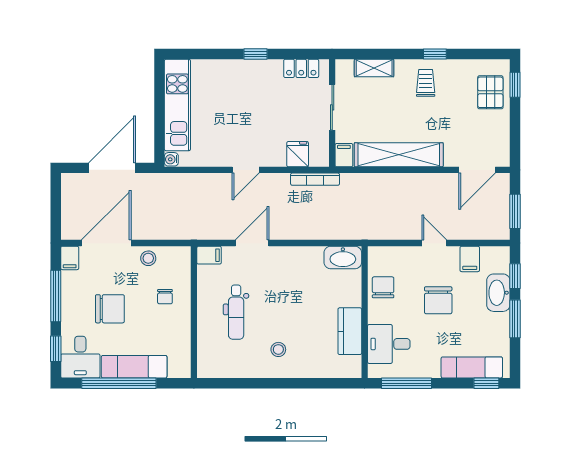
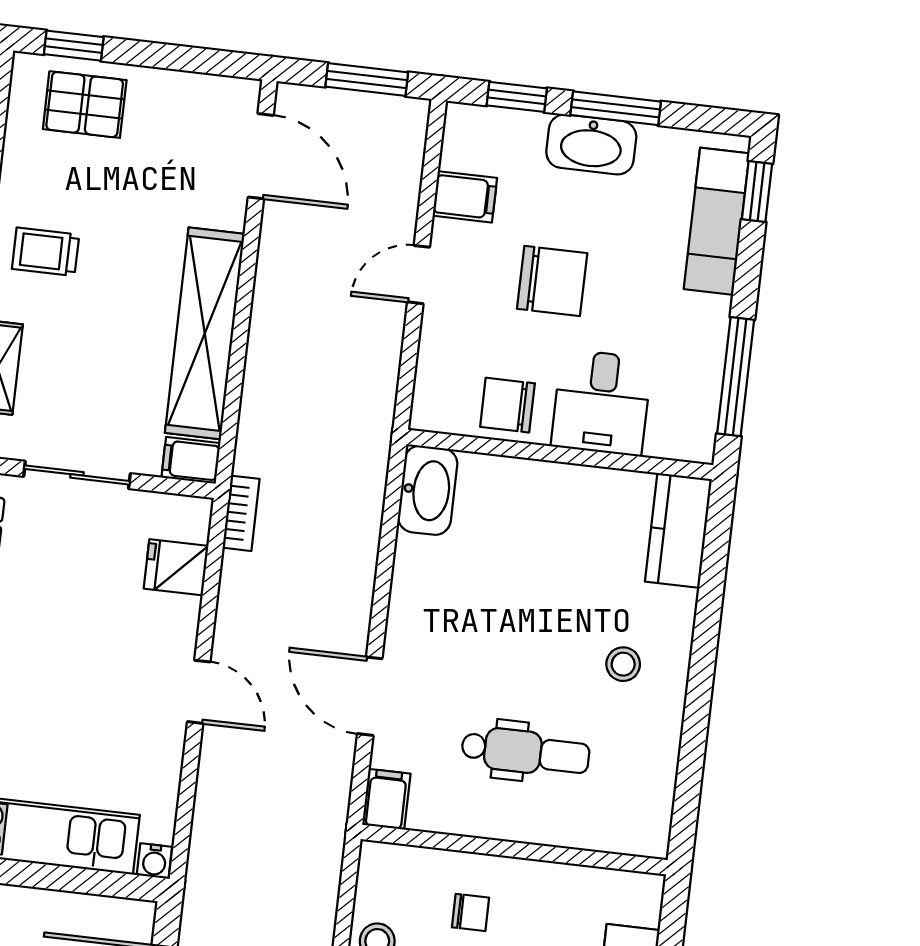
bookcase: (315, 179) -> (241, 513), width x0.64
washbasin: (498, 293) -> (591, 144), moved
kitchen counter: (350, 331) -> (678, 530), moved, turned 90
desk: (389, 344) -> (601, 403), moved

